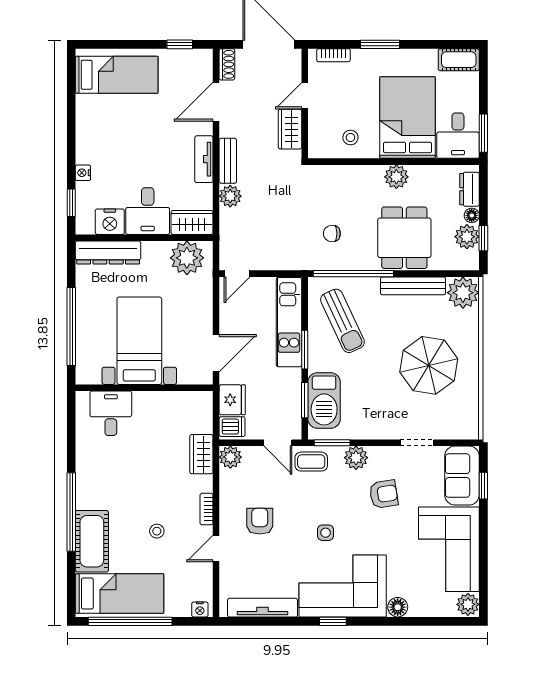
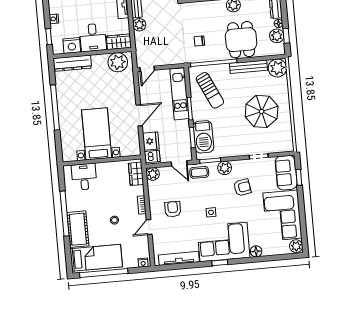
bed with nightstands: (139, 341) -> (97, 134), moved
wall: (144, 388) -> (102, 160), moved
desk: (111, 413) -> (84, 177), moved

